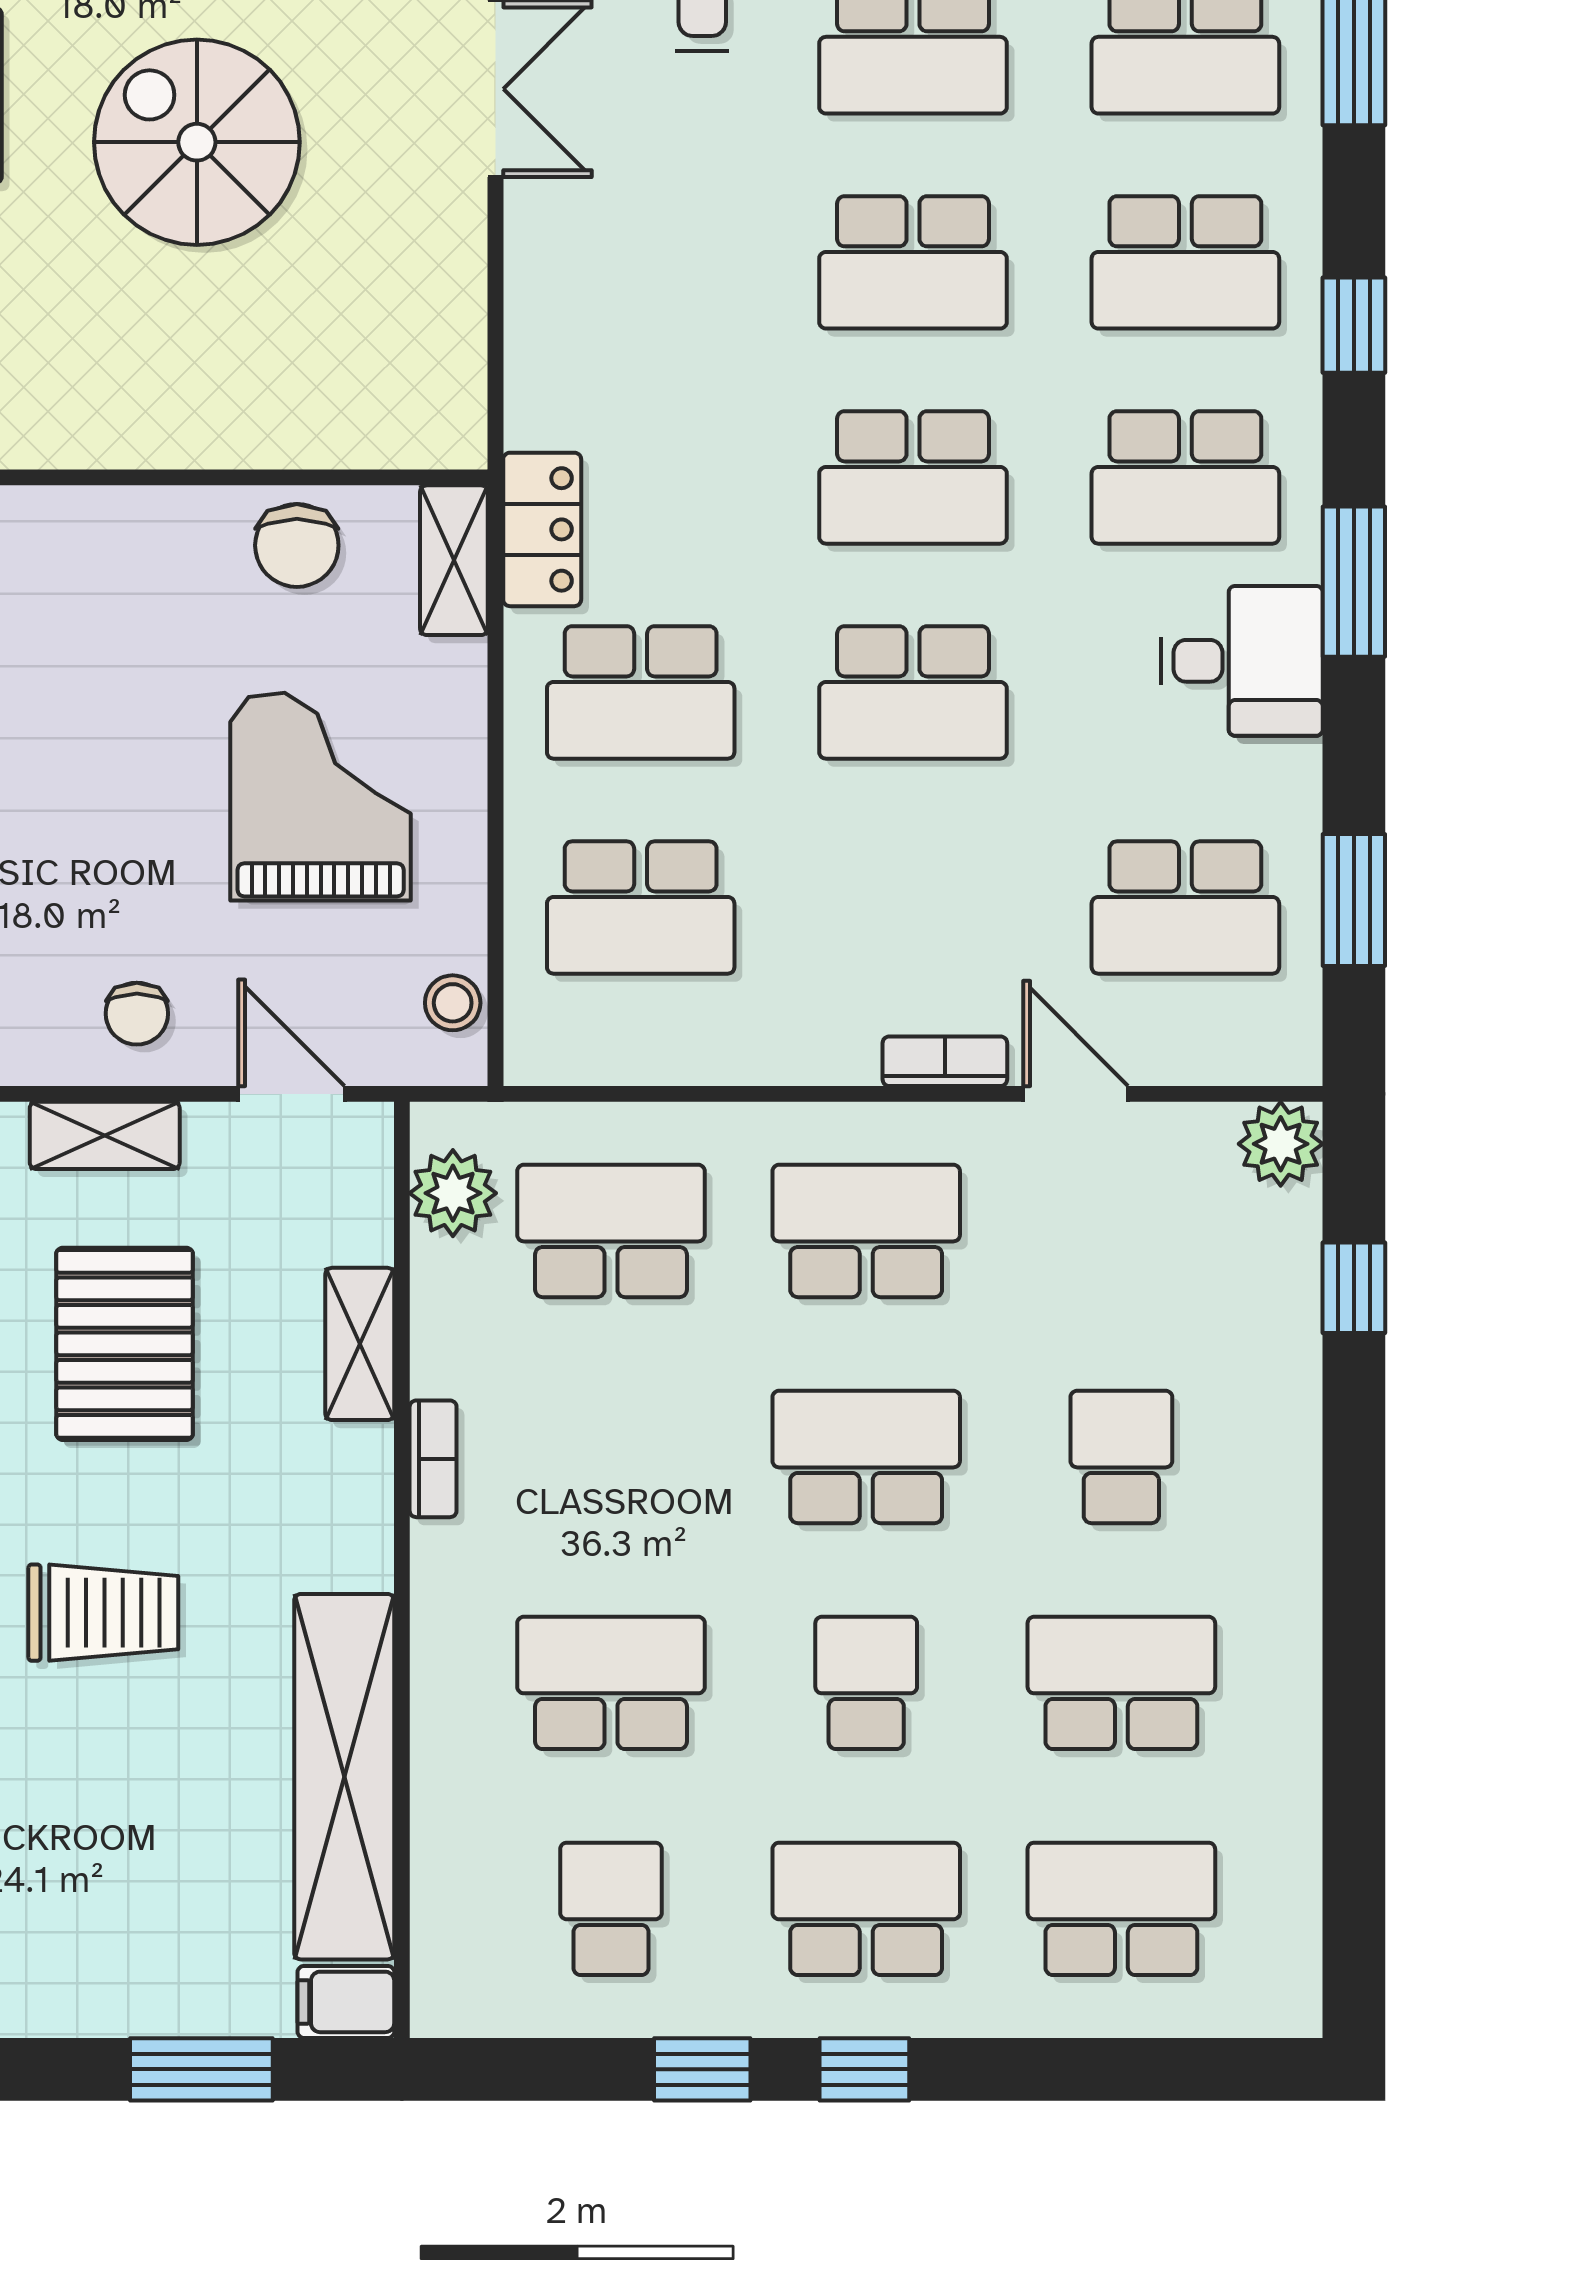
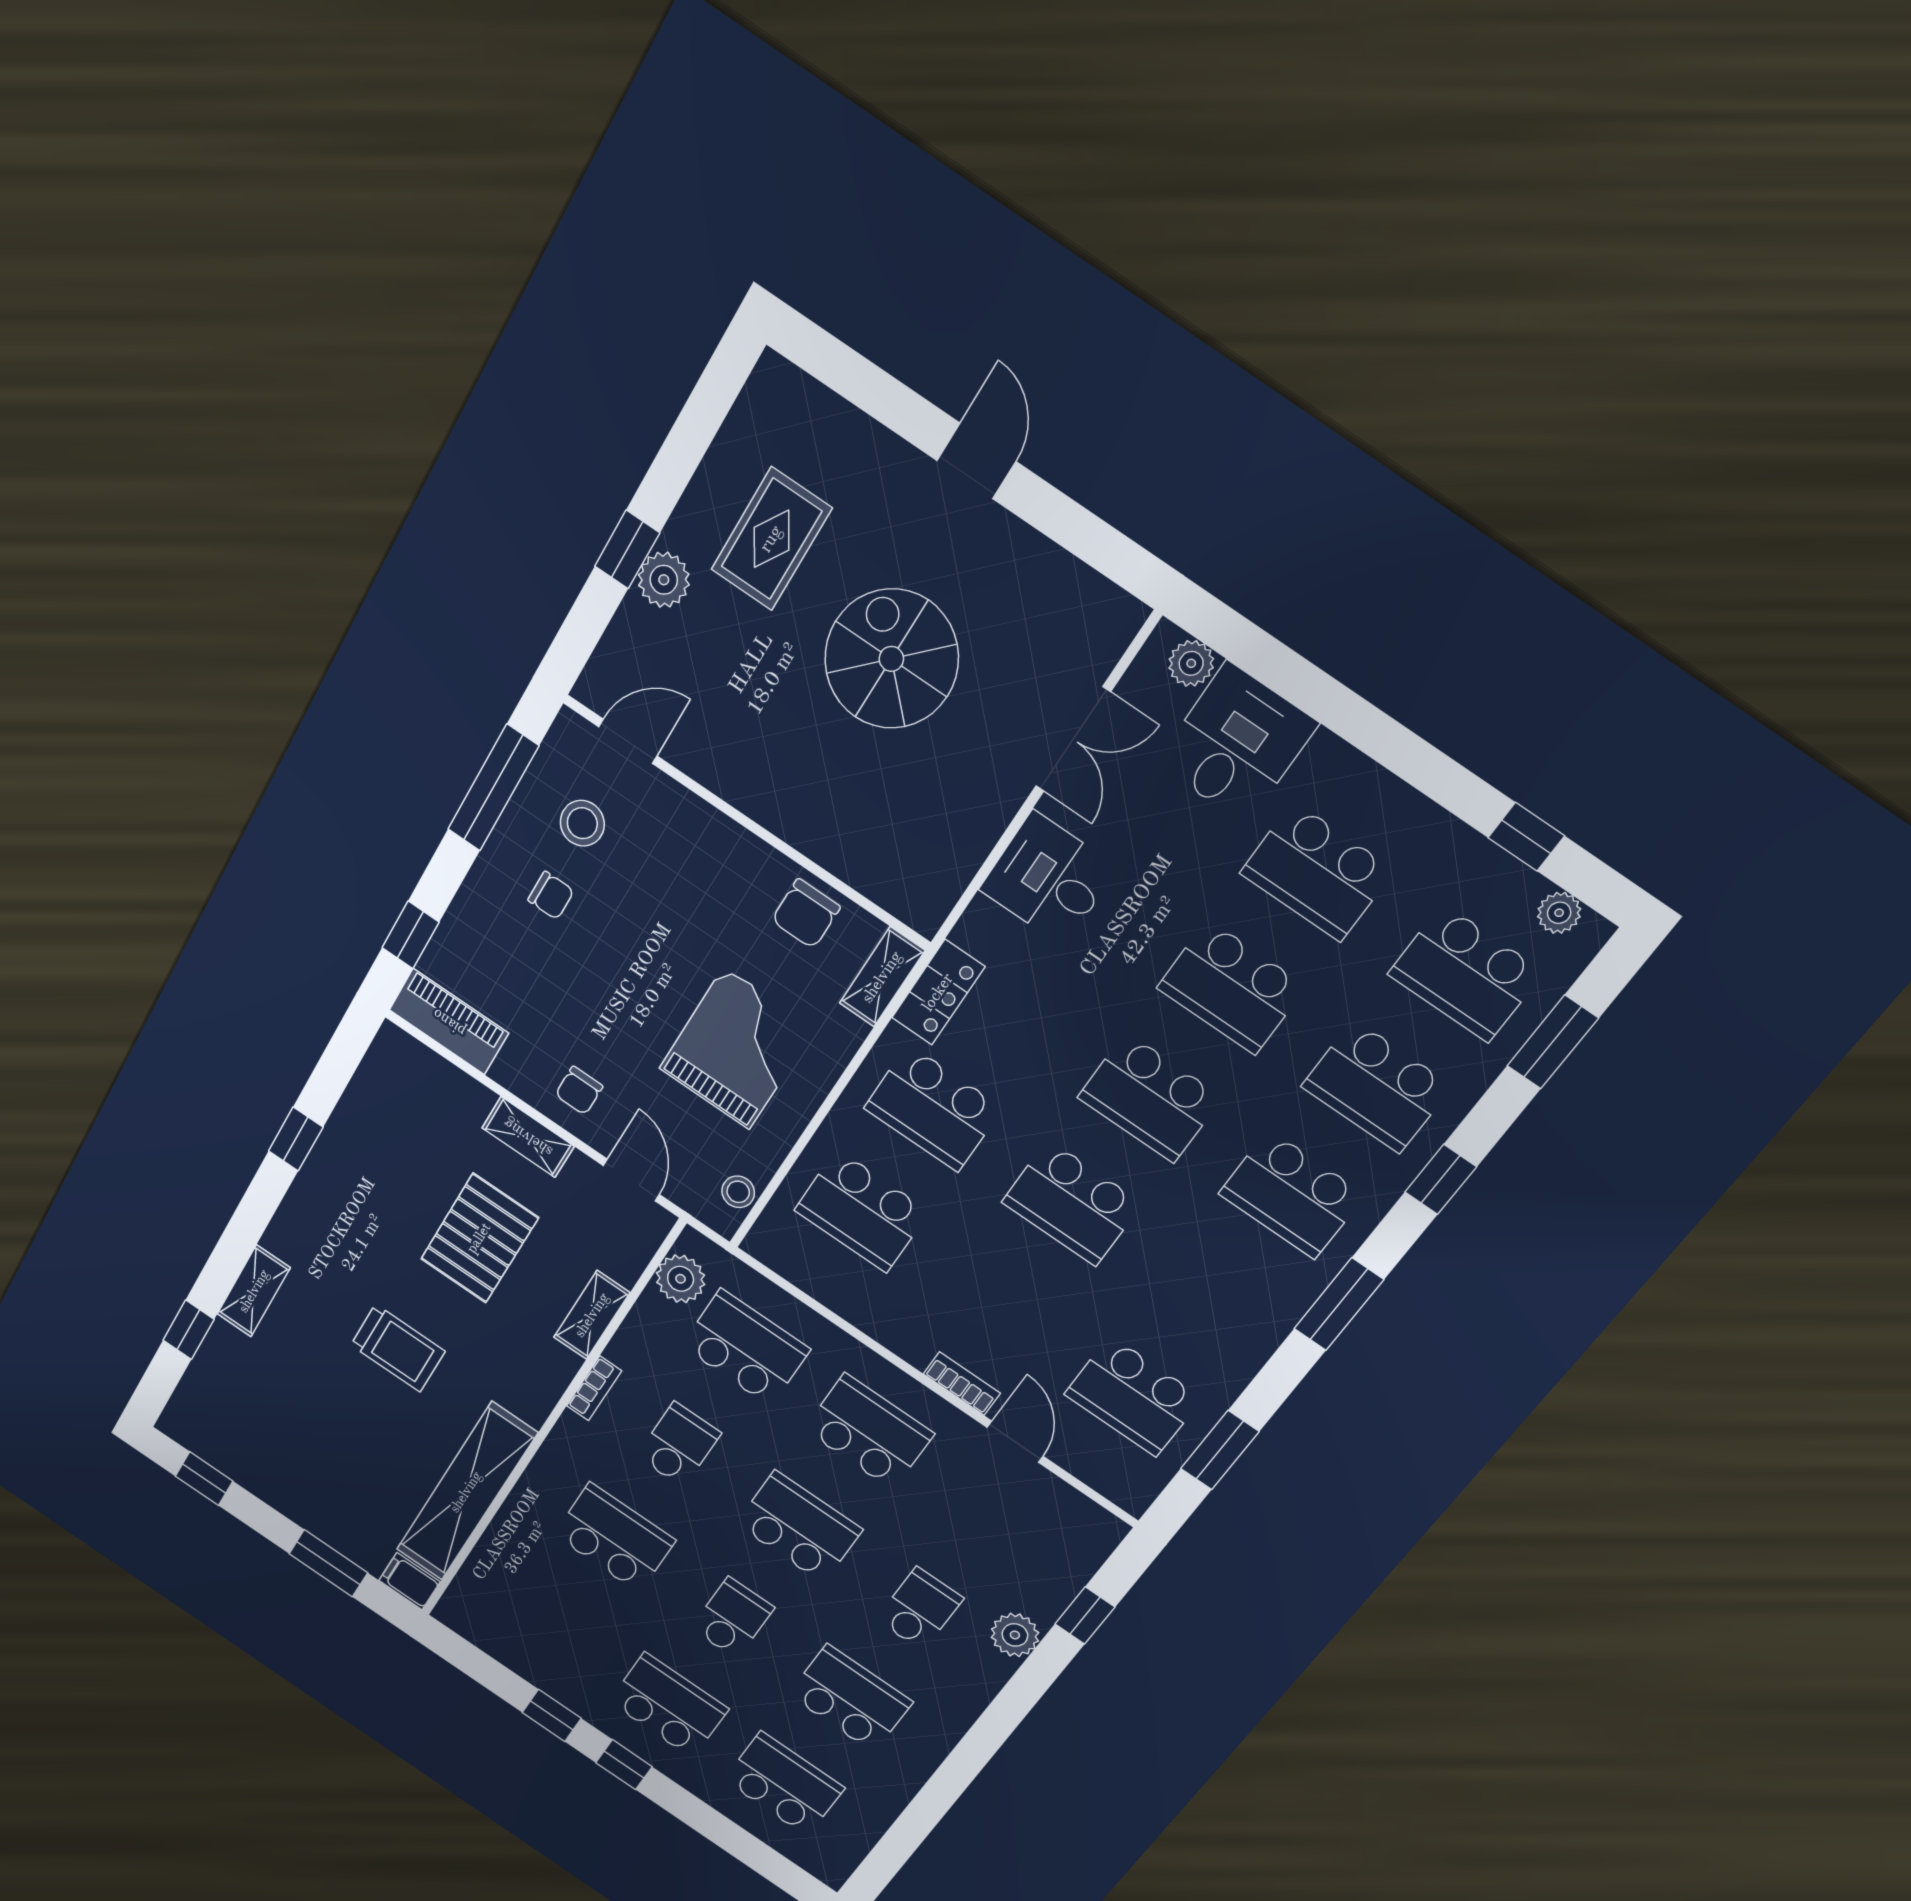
desk: (1242, 661) -> (1048, 879), moved, turned 180
plant: (1281, 1144) -> (1015, 1635), moved
school desk: (611, 1909) -> (679, 1445), moved

